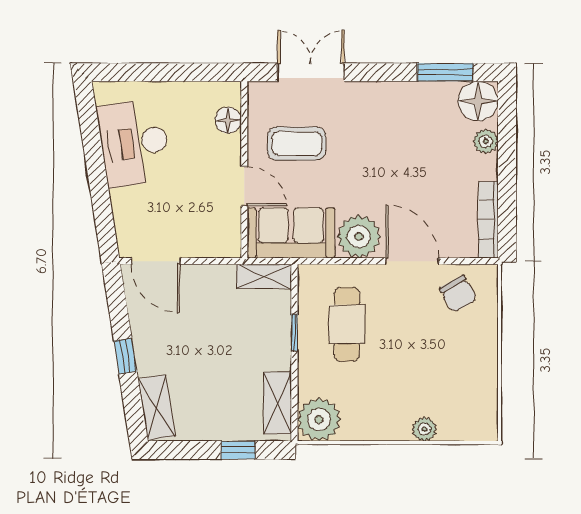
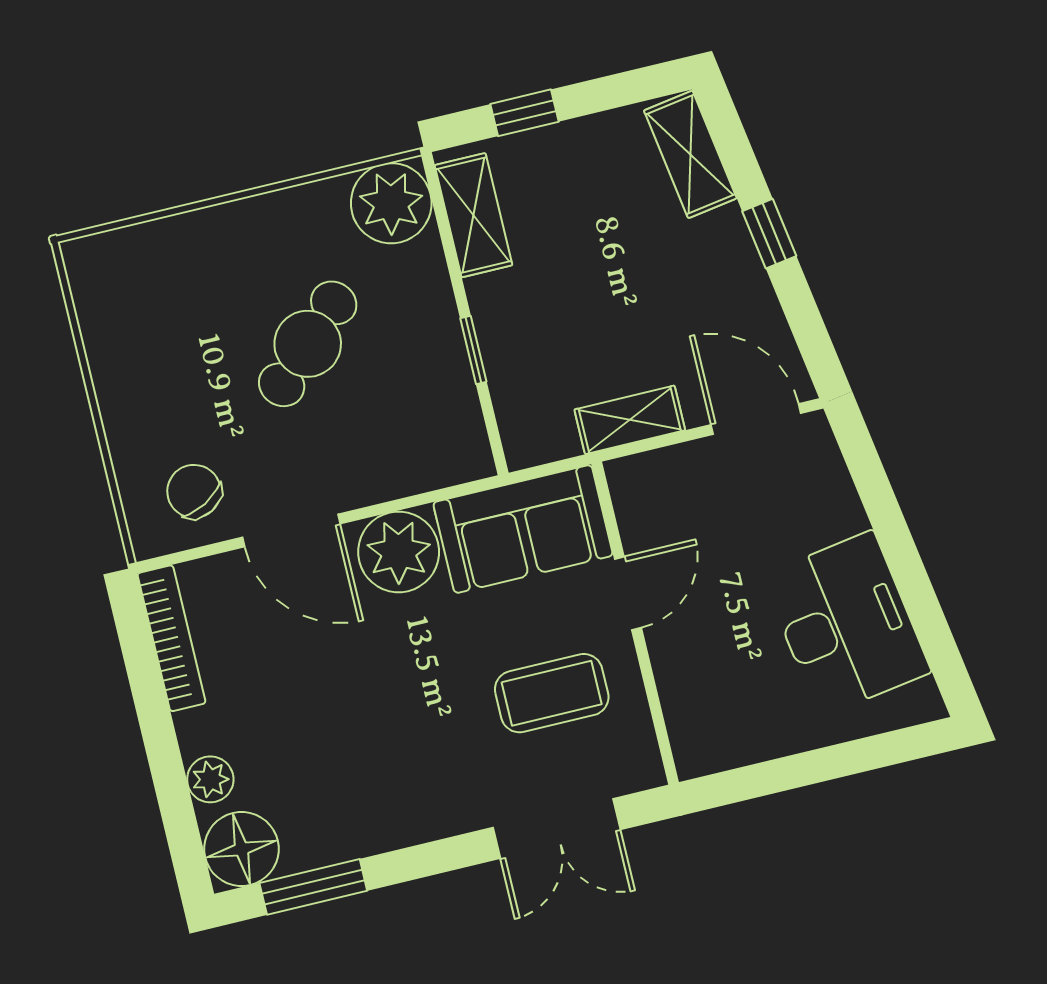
floor lamp: (228, 120) -> (686, 706), removed
door: (244, 186) -> (628, 593), swing flipped
shelving: (264, 277) -> (630, 420), moved
cafe table: (347, 324) -> (308, 344), moved, turned 46
plant: (424, 429) -> (196, 231), removed

